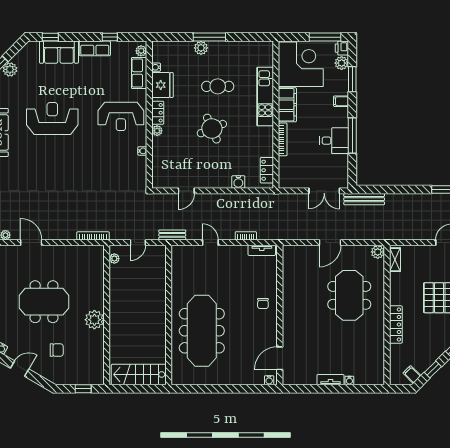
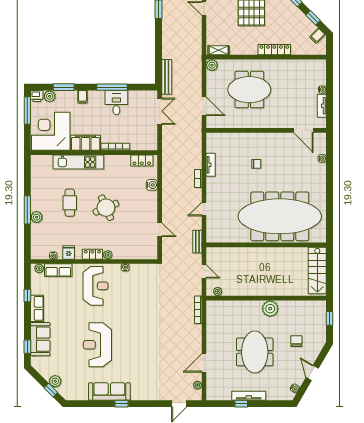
fridge: (162, 85) -> (69, 252), width x0.53, depth x0.75
wall: (280, 315) -> (266, 130), moved
meeting table: (202, 331) -> (280, 216), width x1.36, depth x1.27
door: (280, 358) -> (303, 130), moved

